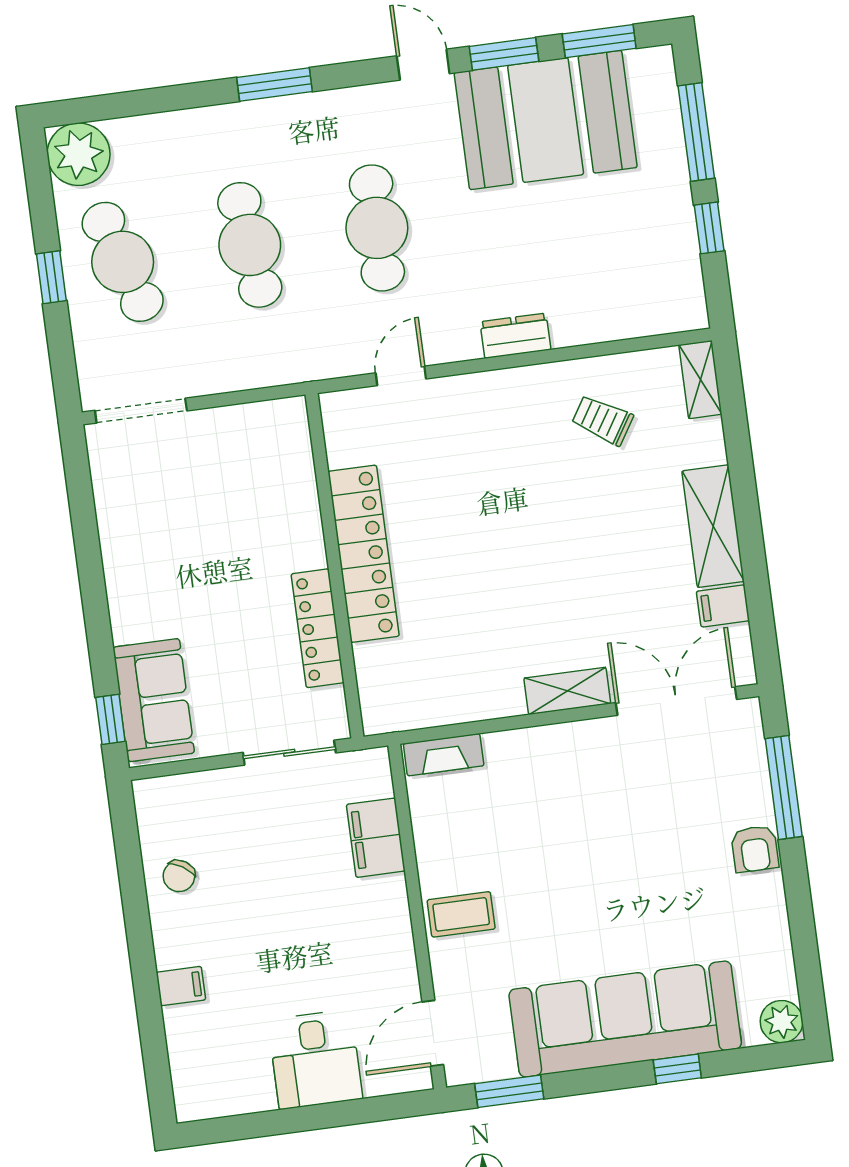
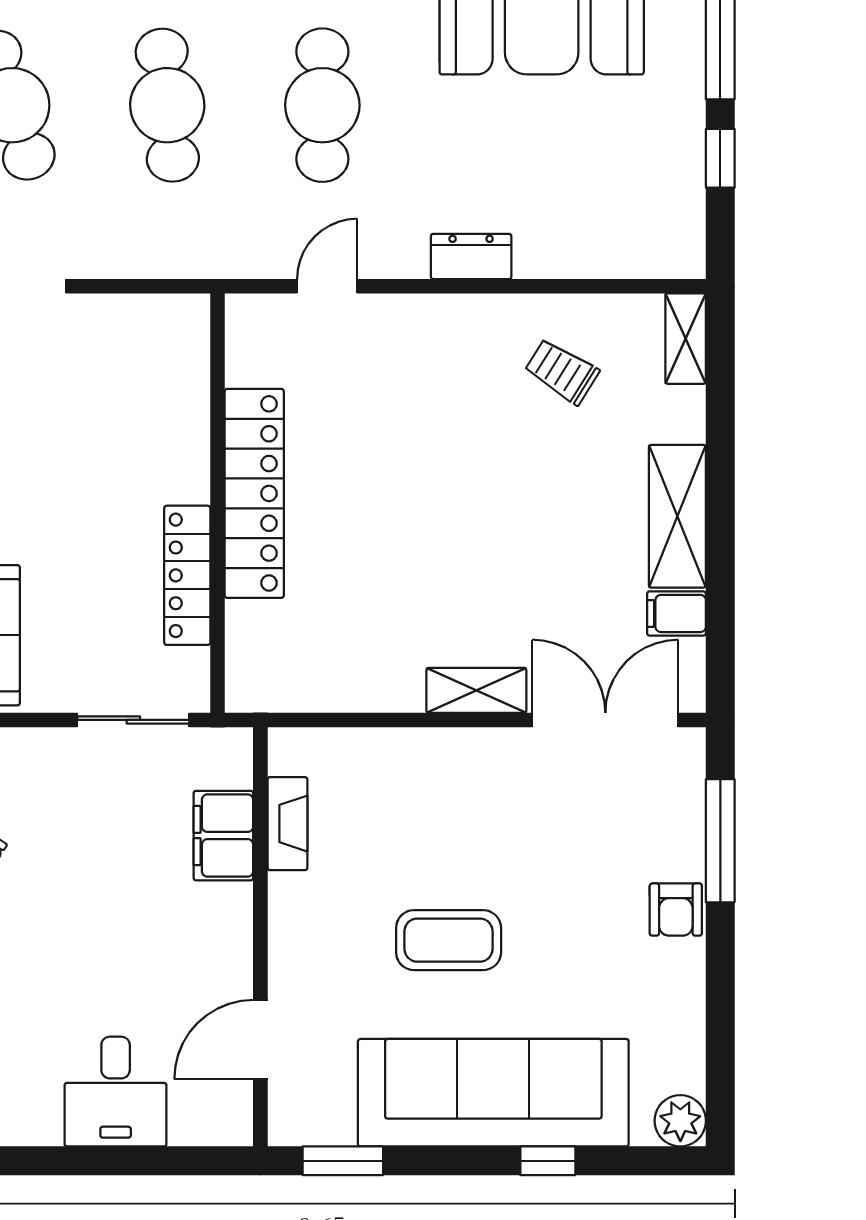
fireplace: (444, 755) -> (287, 824), moved, turned -90
coffee table: (461, 914) -> (449, 940), moved, width x1.36, depth x1.30
door: (433, 1033) -> (260, 1039), moved

